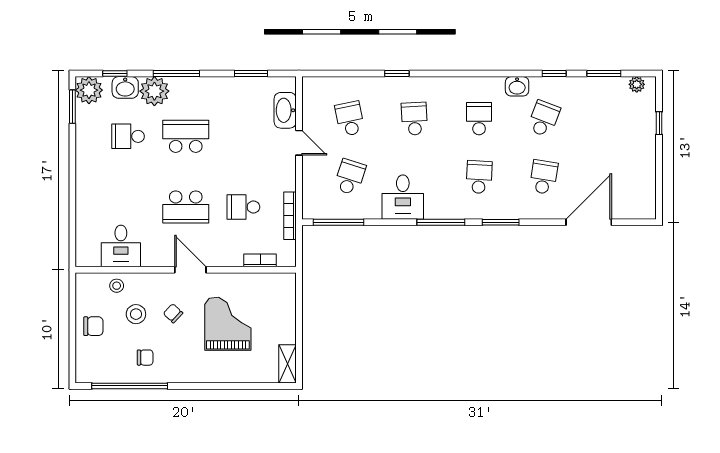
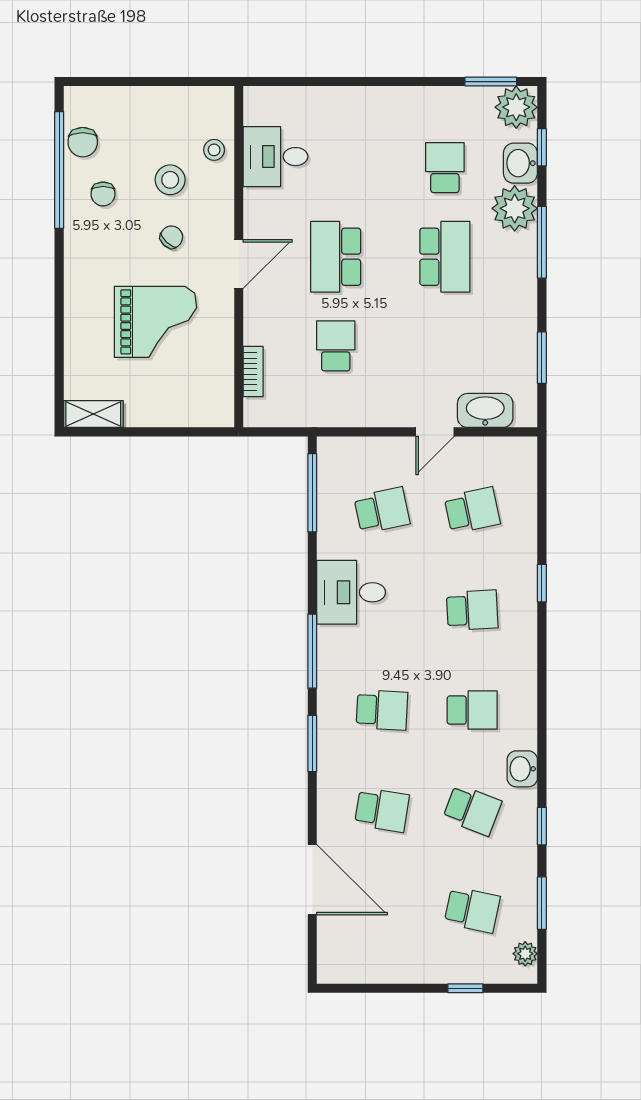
school desk: (608, 119) -> (472, 910), added
school desk: (350, 177) -> (382, 510), turned -30
bookcase: (290, 216) -> (322, 418), removed
chair: (93, 326) -> (83, 142), moved

